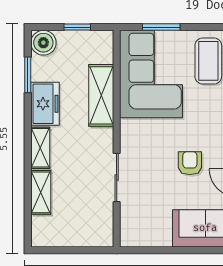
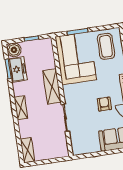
shelving: (101, 95) -> (52, 87), moved
freezer: (45, 104) -> (18, 69), moved
shelving: (41, 192) -> (28, 150), moved

